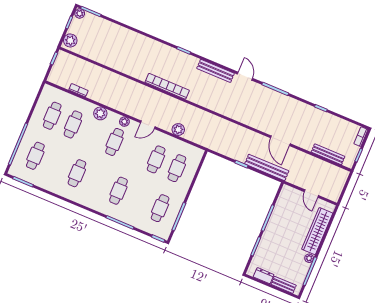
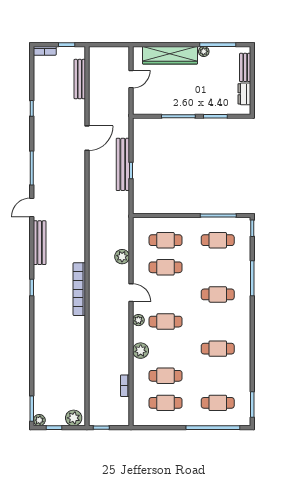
bench: (267, 167) -> (123, 164), moved

